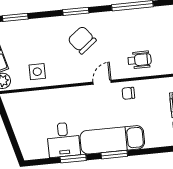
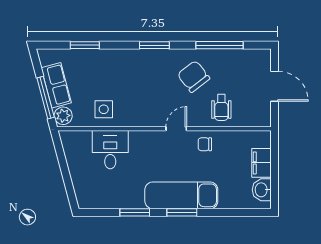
chair: (82, 40) -> (194, 76), moved
wheelchair: (139, 60) -> (221, 108), turned 90
desk: (63, 140) -> (110, 150), moved, turned 180

